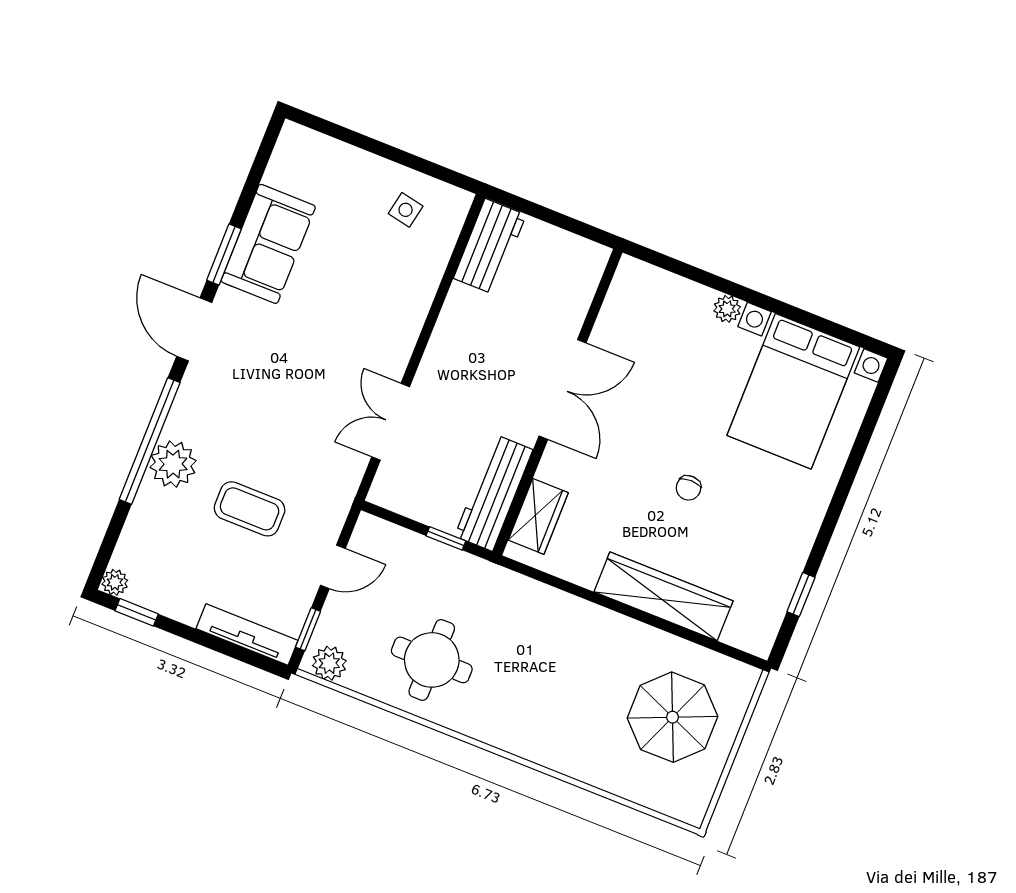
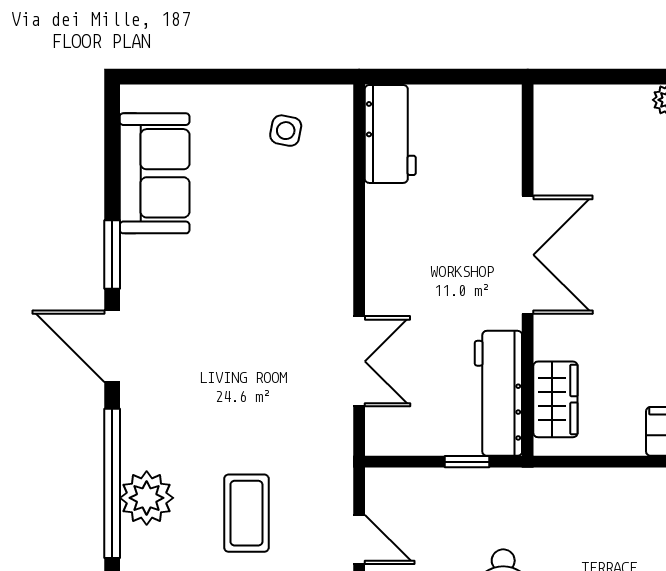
sofa: (268, 244) -> (155, 173), moved
double door: (391, 422) -> (359, 361), swing flipped
coffee table: (250, 509) -> (246, 513), turned 90
door: (333, 567) -> (359, 539), hinge flipped

